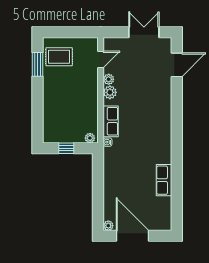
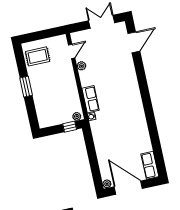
window: (38, 64) -> (26, 87), moved
plant: (110, 92) -> (85, 76), removed
window: (66, 148) -> (70, 127), moved
row of seats: (164, 180) -> (150, 165), moved

